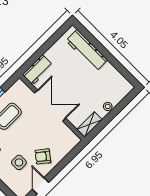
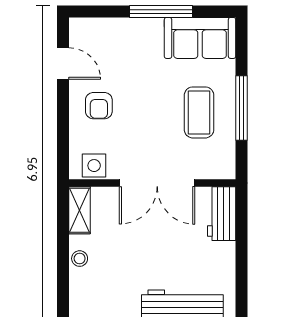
armchair: (43, 156) -> (99, 106), turned 142
side table: (19, 162) -> (94, 166), moved

